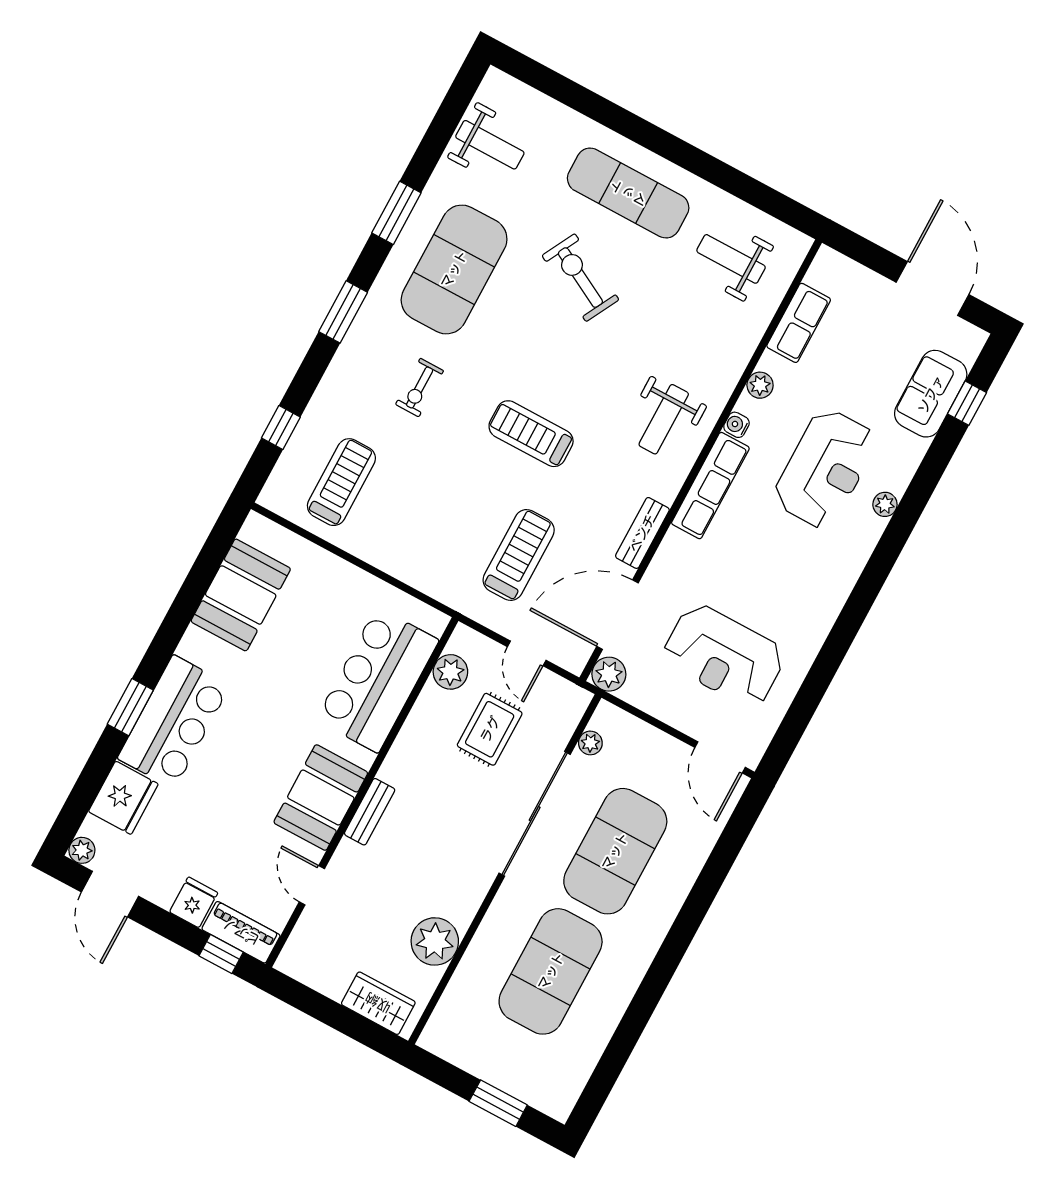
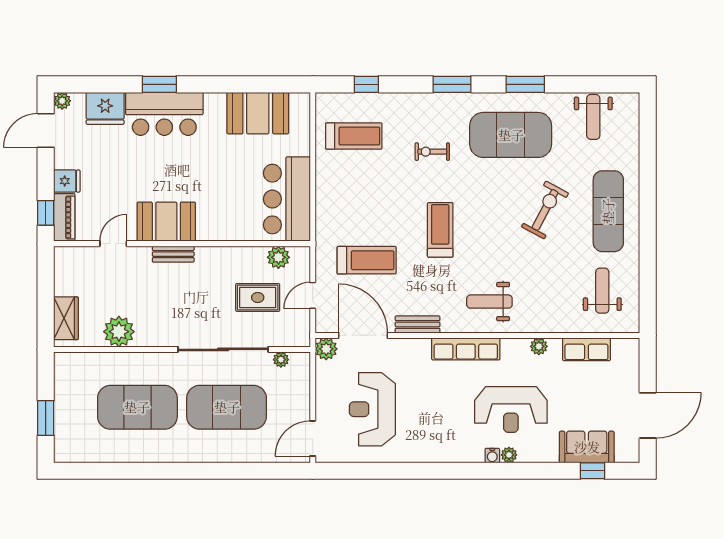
water cooler: (736, 425) -> (492, 456), moved, turned 180
bar counter: (377, 680) -> (287, 199), moved, turned -90

